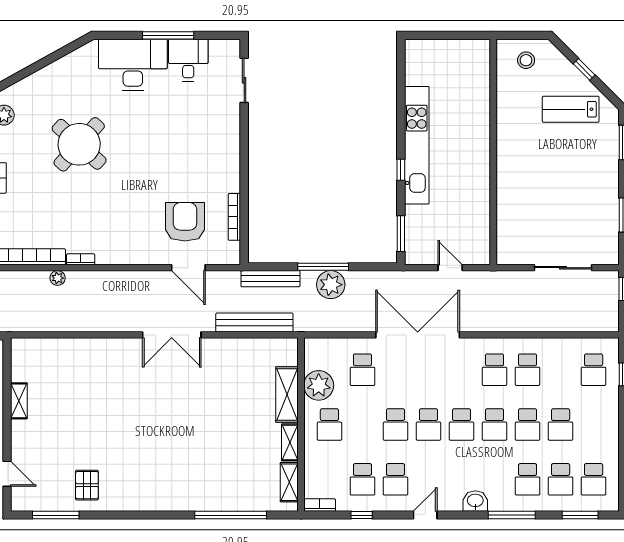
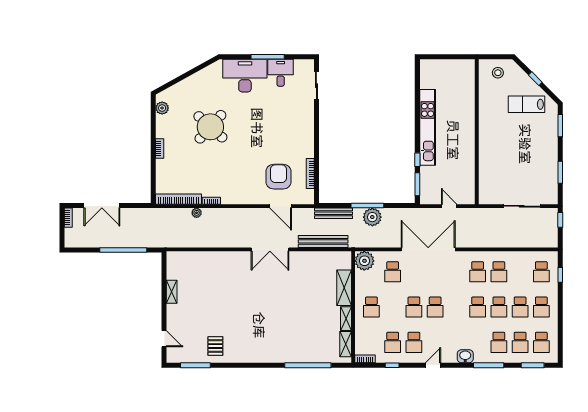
window: (401, 170) -> (417, 160), moved
plant: (319, 385) -> (364, 261), moved
school desk: (462, 424) -> (541, 307), moved

